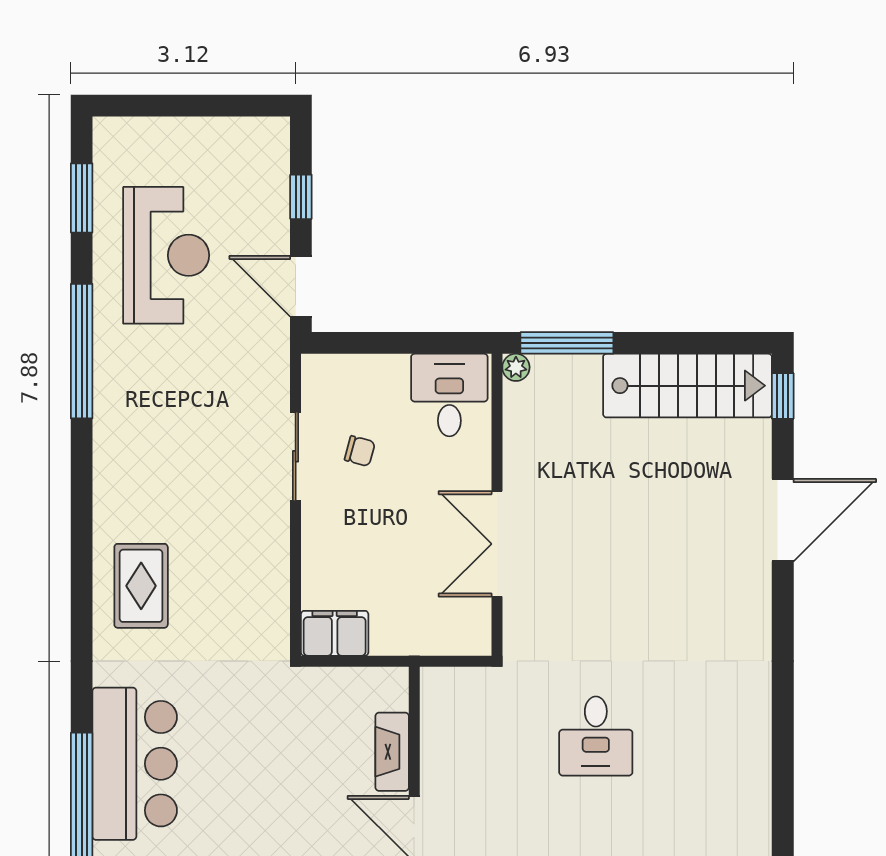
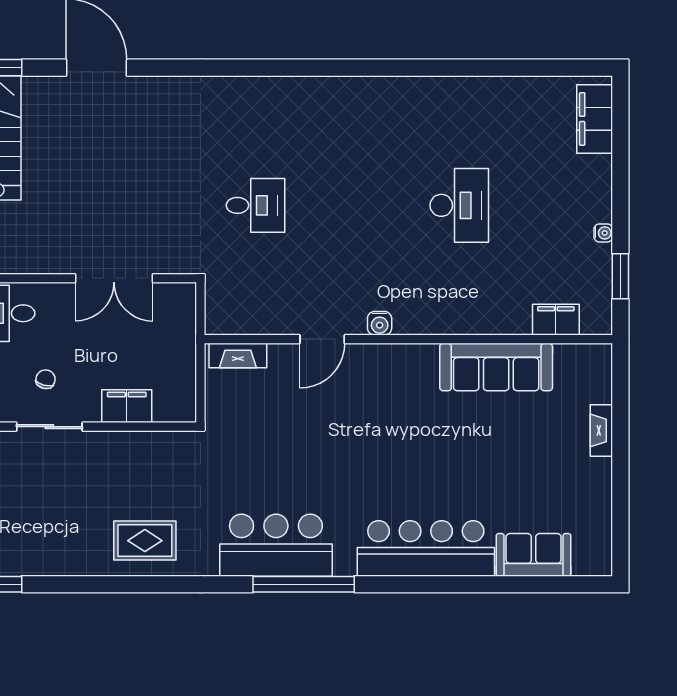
filing cabinet: (335, 633) -> (127, 406), moved, turned 90
fireplace: (392, 752) -> (238, 355), moved

